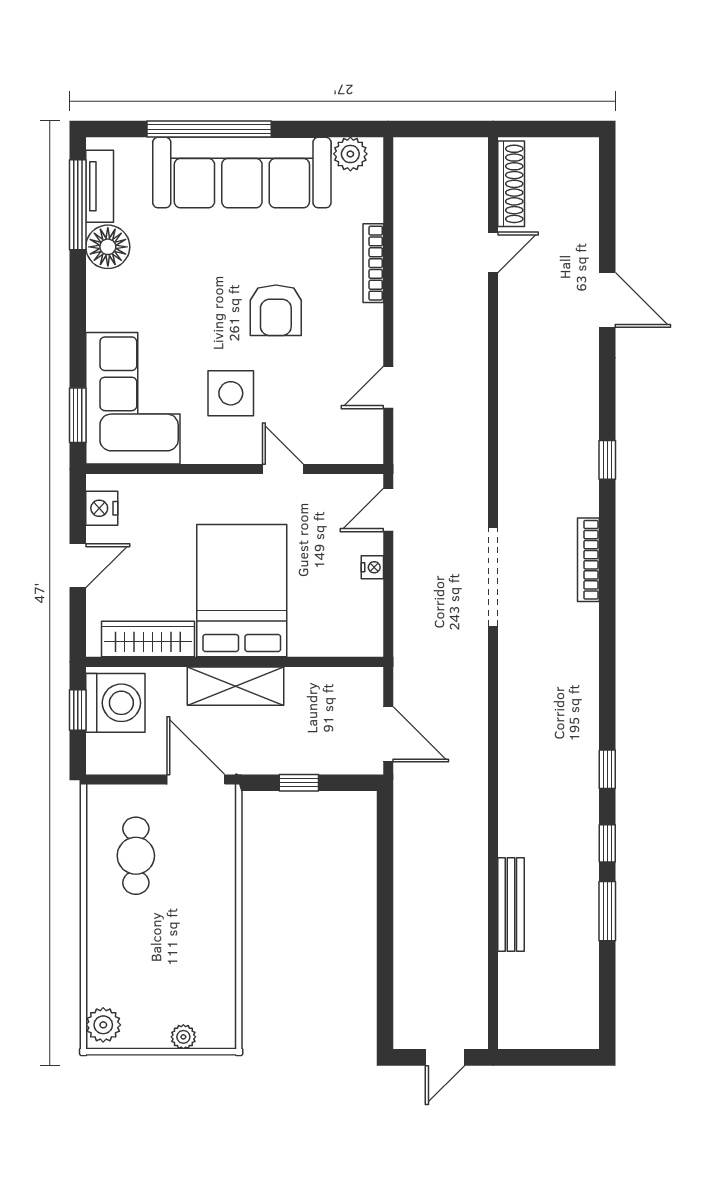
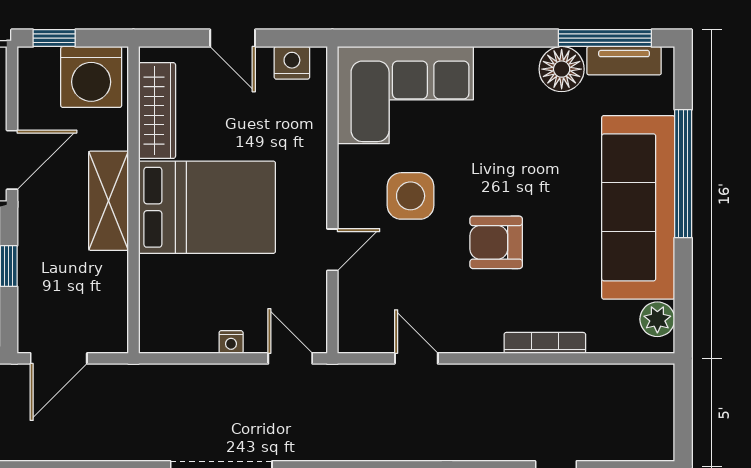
window: (78, 415) -> (388, 38), removed
window: (78, 710) -> (54, 38), moved

